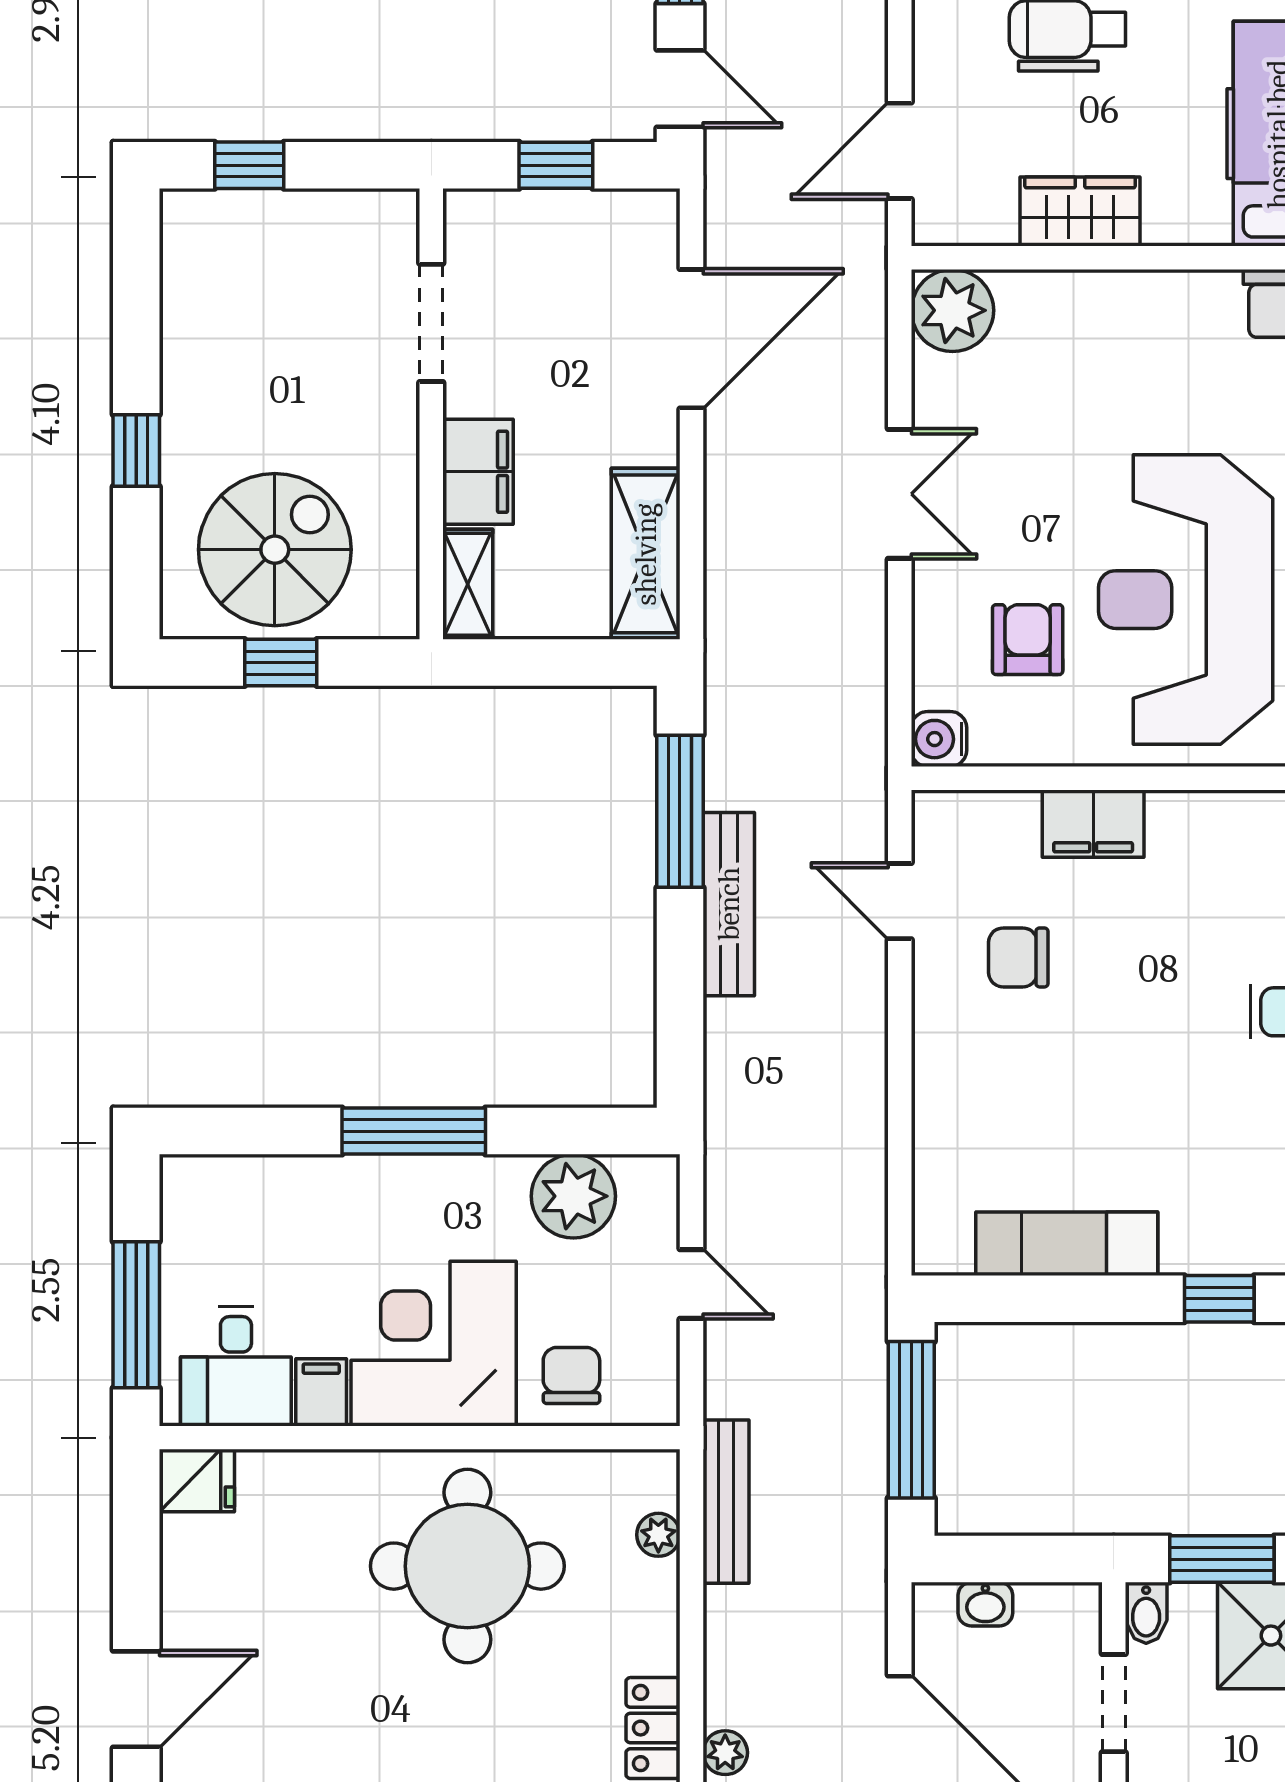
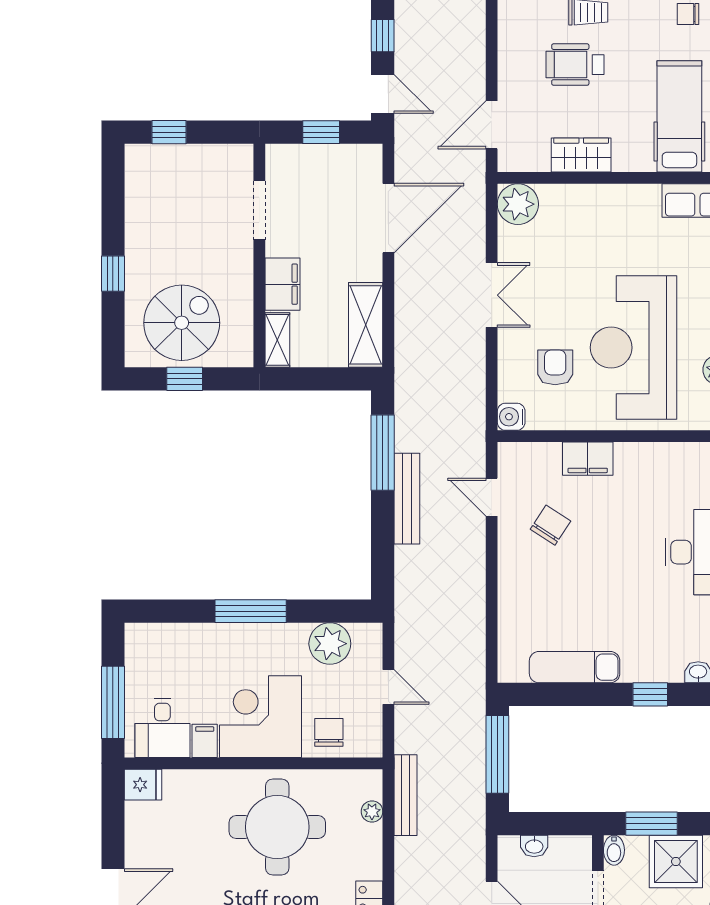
chair: (1018, 957) -> (551, 525), turned 123

